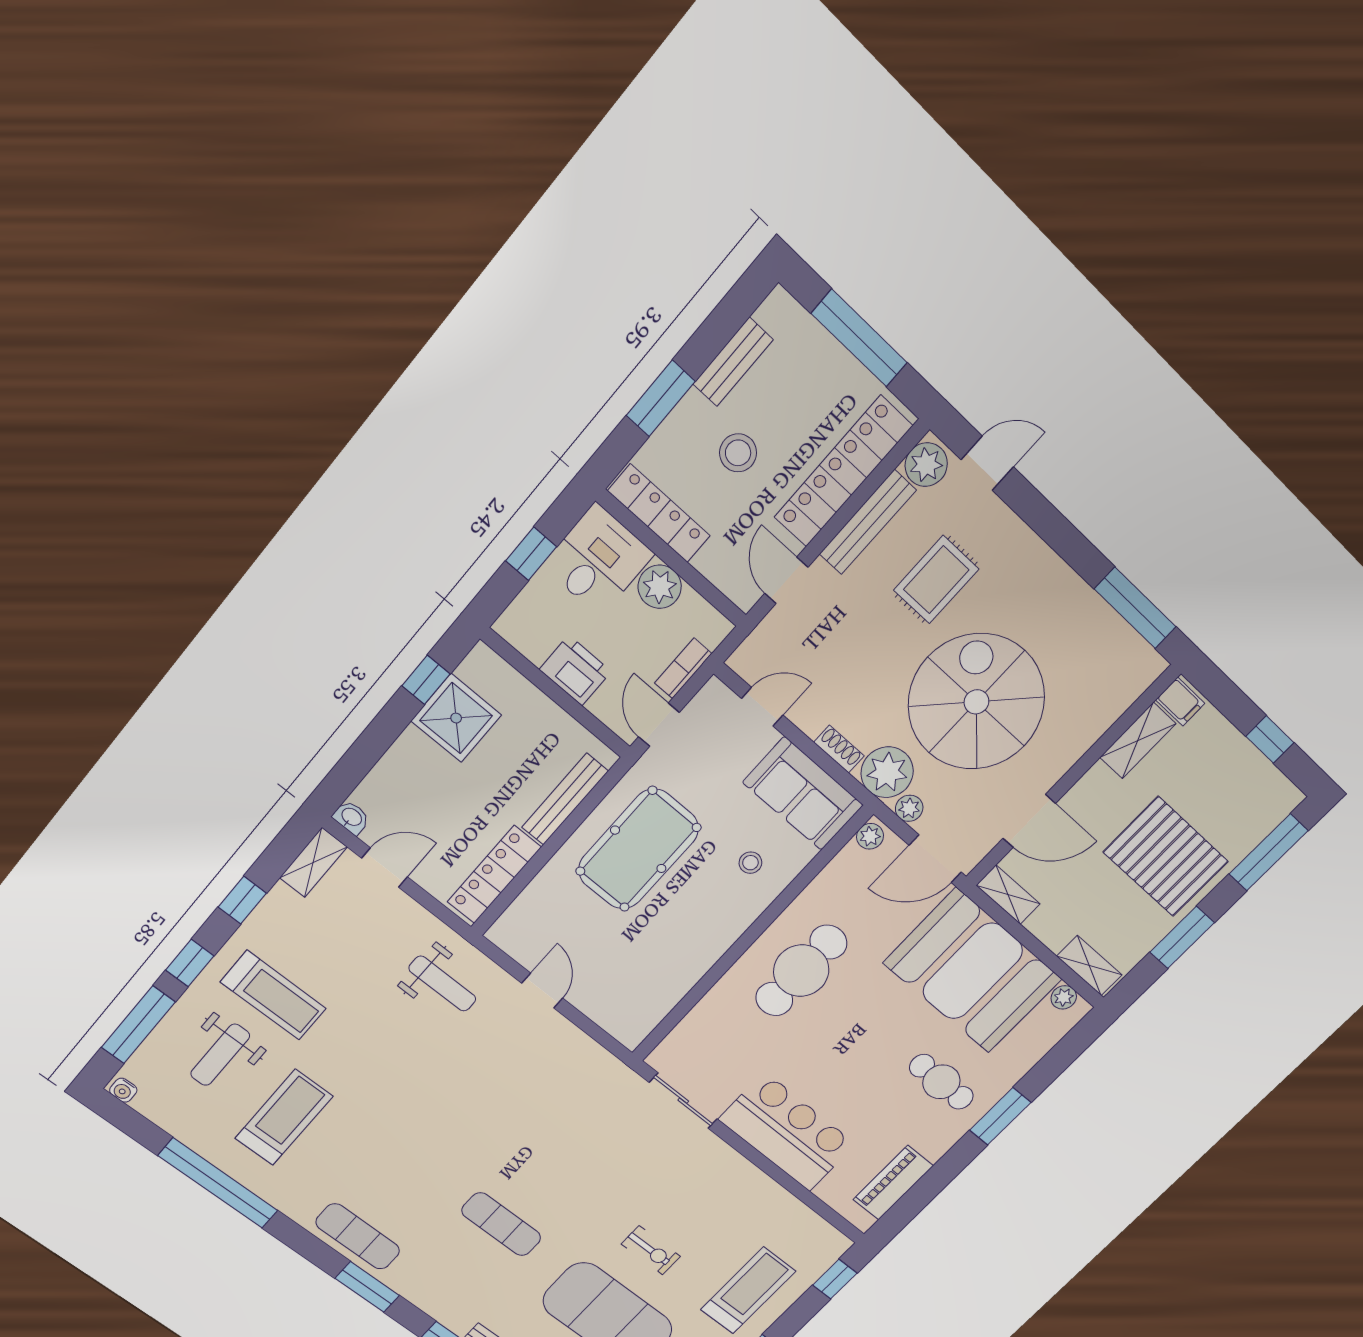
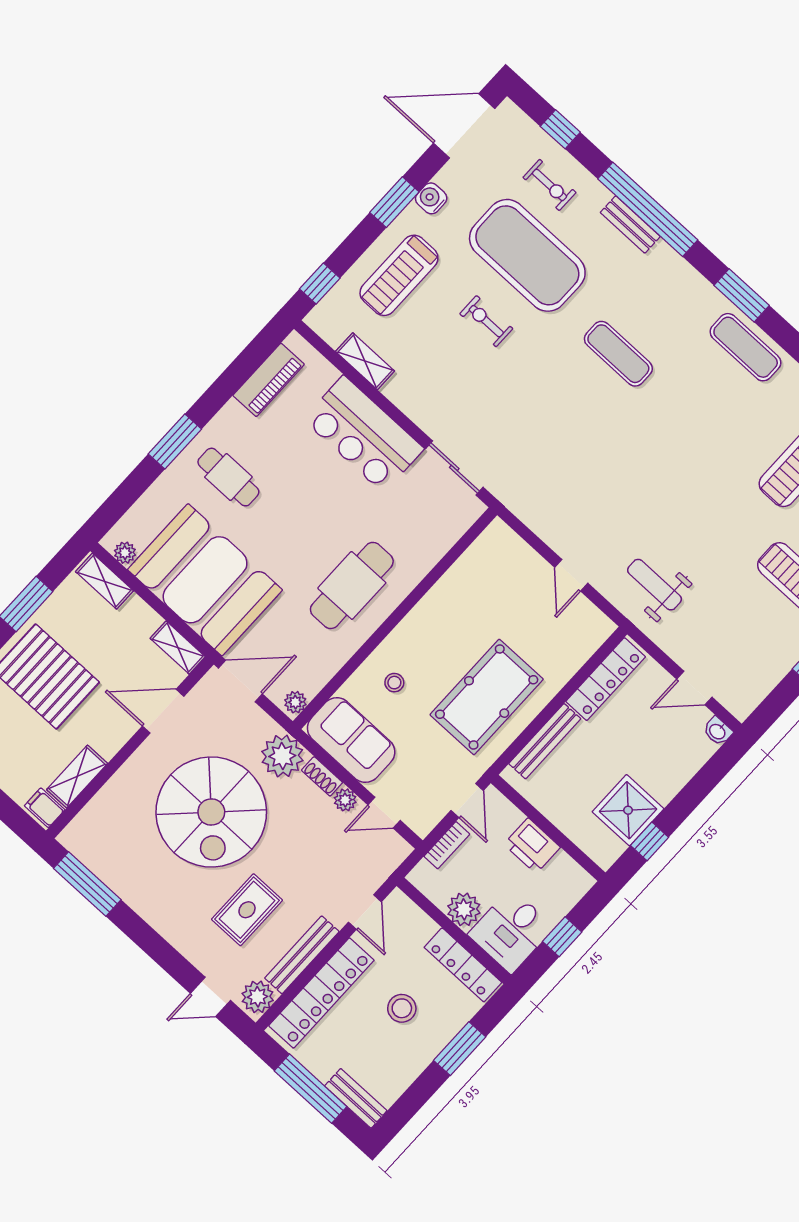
bench: (733, 362) -> (356, 1098), moved, turned 90
plant: (909, 808) -> (345, 800), moved
shelving: (313, 862) -> (365, 361), moved, turned 90

